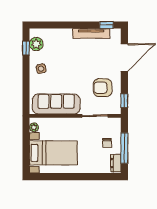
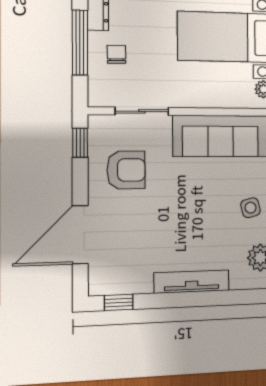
tv unit: (91, 33) -> (192, 282), moved

